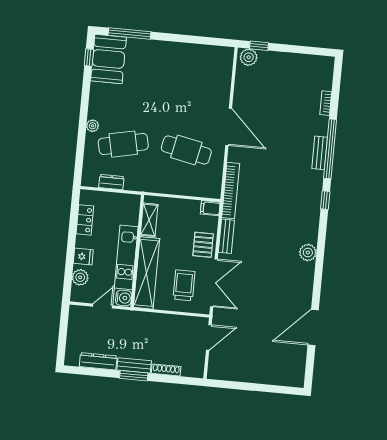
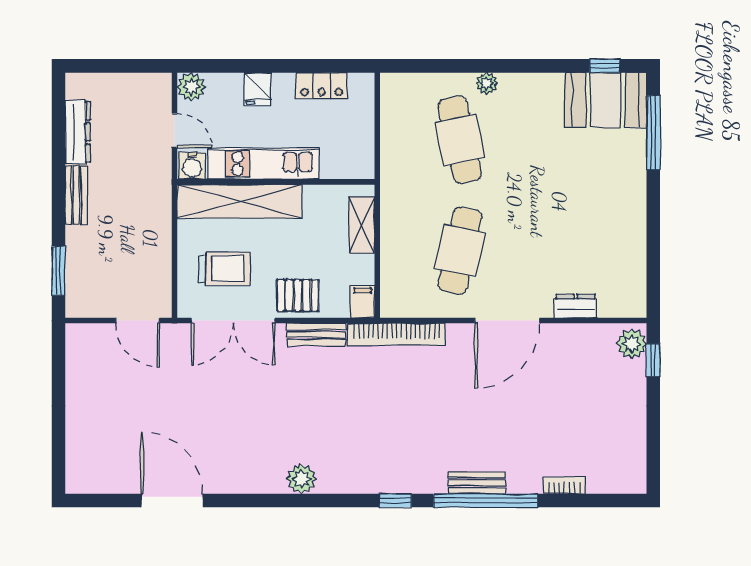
dresser: (111, 182) -> (576, 306), moved, turned -90
shelving: (149, 220) -> (362, 225), moved, turned 90
plant: (80, 277) -> (191, 87), moved
shoe rack: (166, 370) -> (74, 252), removed
window: (134, 376) -> (59, 271), moved

